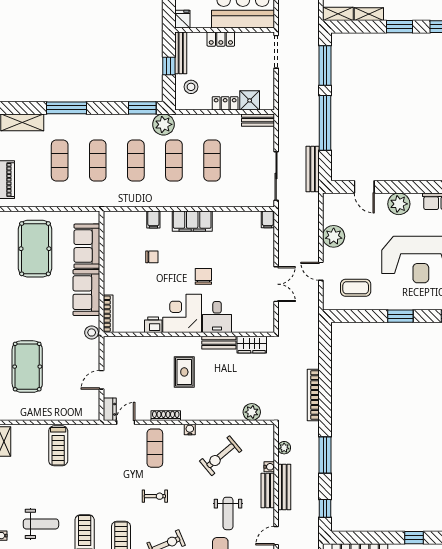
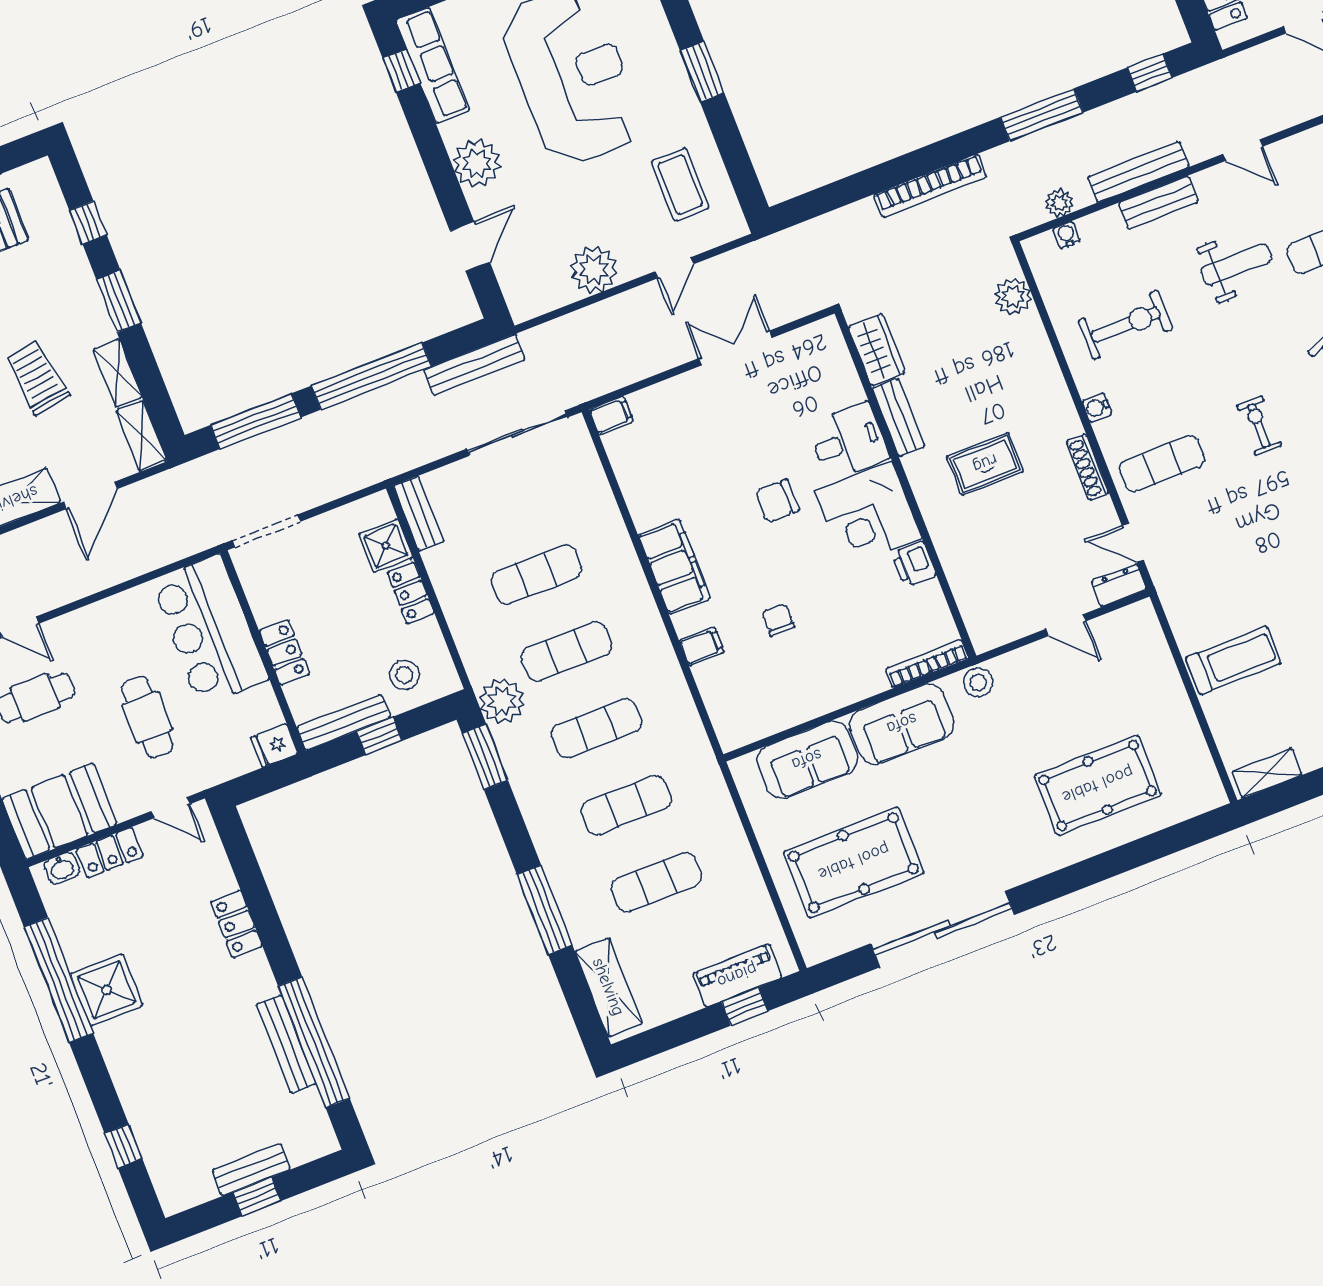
exercise bike: (221, 456) -> (1126, 325), turned -50
water cooler: (269, 467) -> (1066, 235), moved

